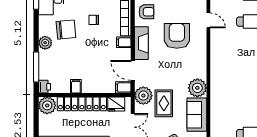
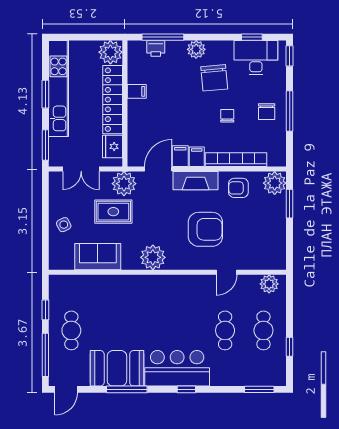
armchair: (147, 12) -> (238, 188), turned 90
printer: (44, 87) -> (156, 48), moved
filing cabinet: (123, 87) -> (180, 156), moved
plant: (197, 88) -> (153, 257), moved

